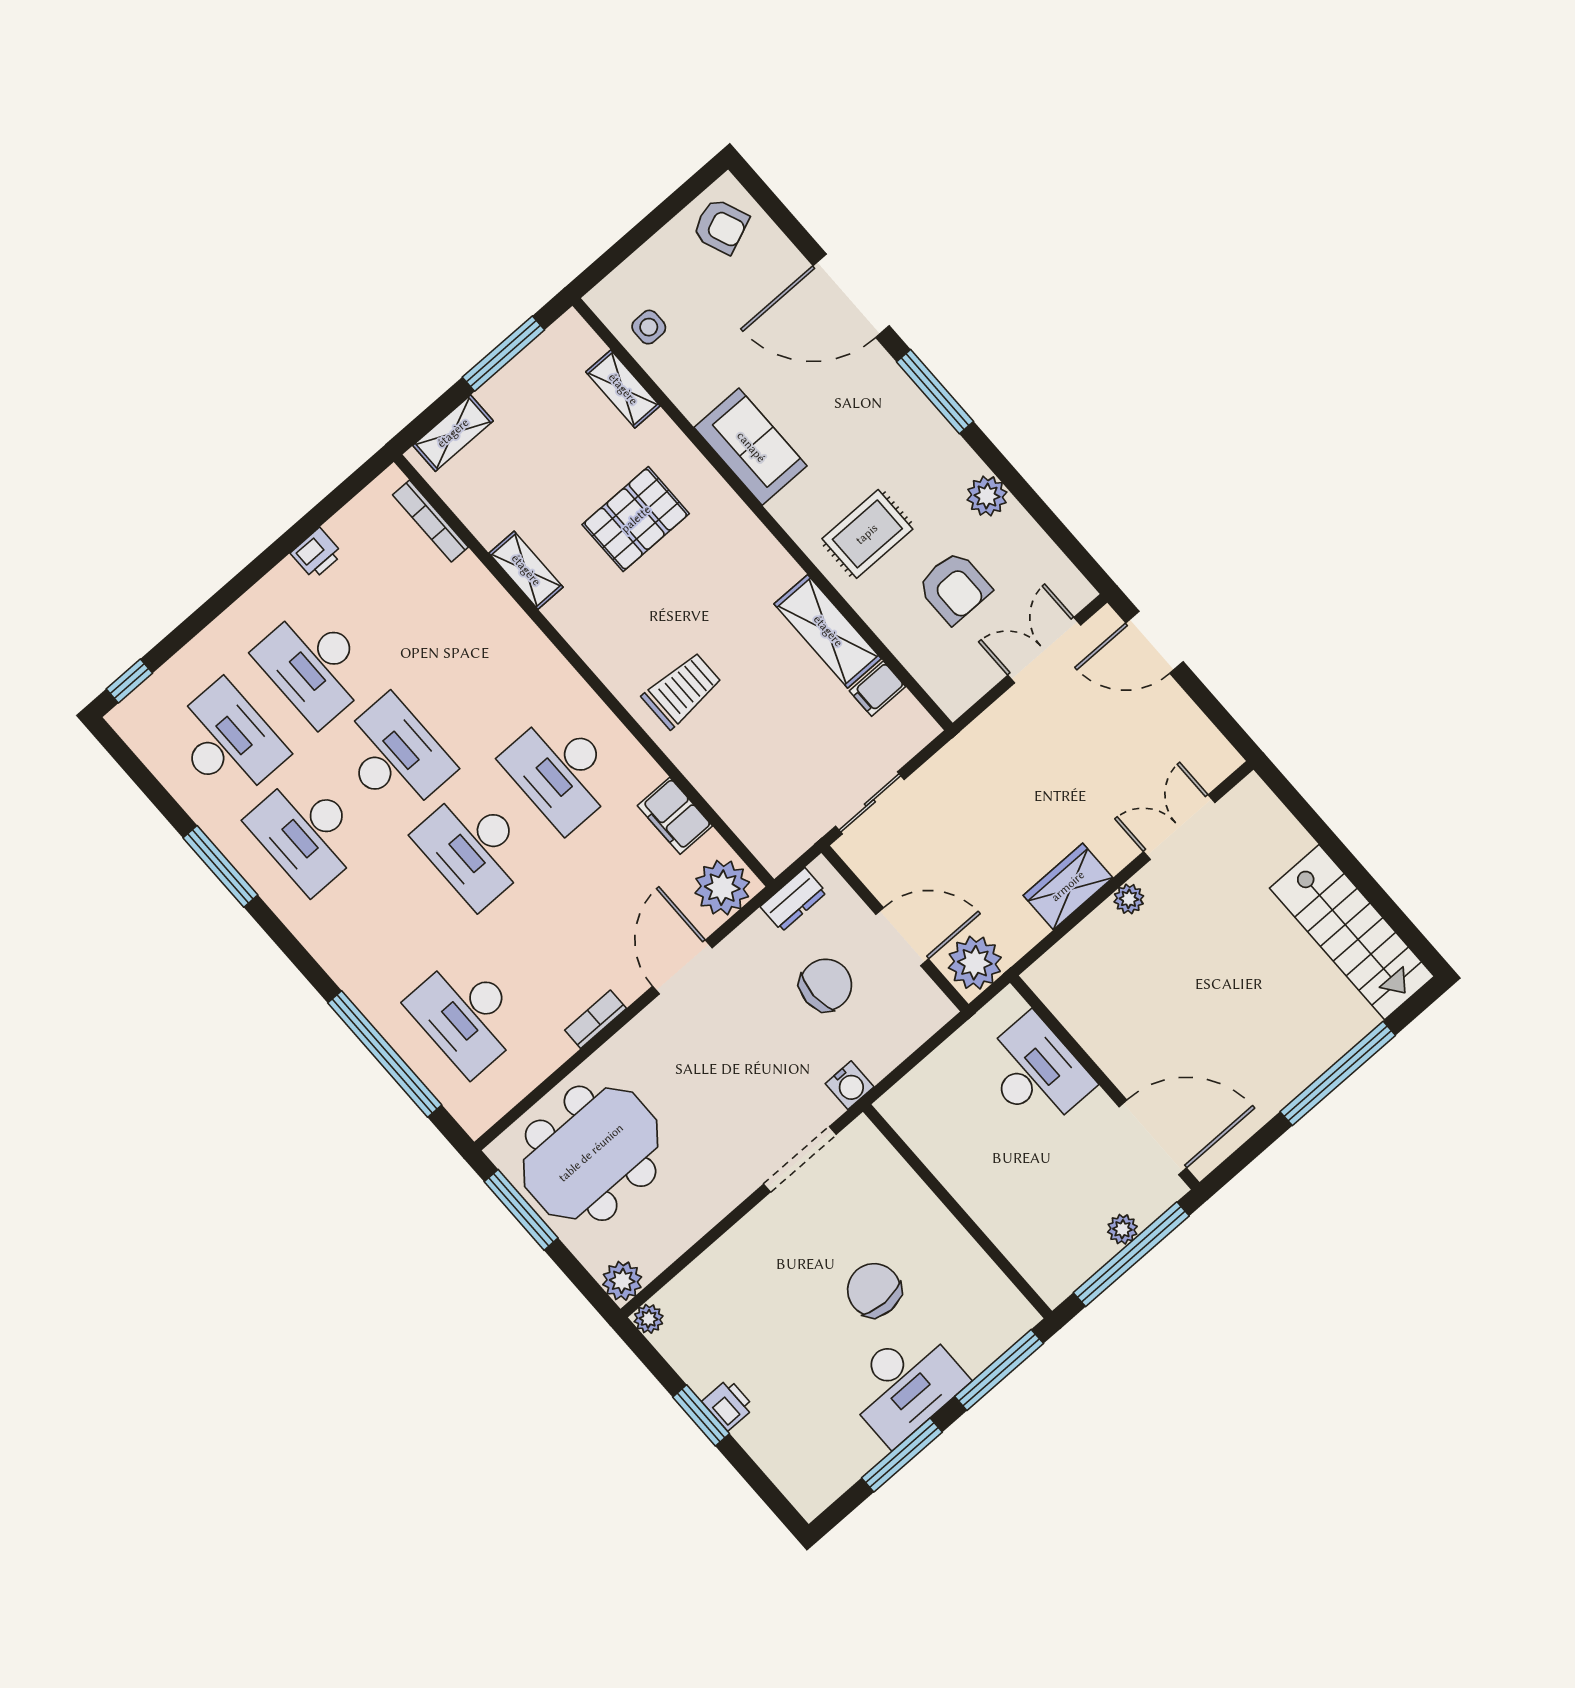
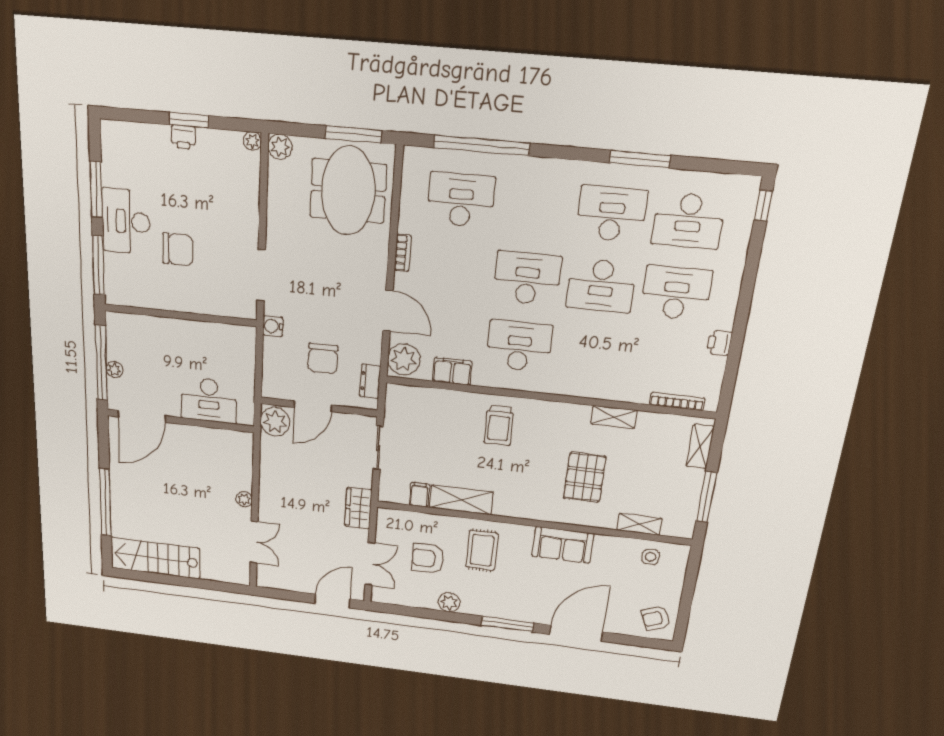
wardrobe: (1068, 886) -> (358, 508), moved, turned 180

